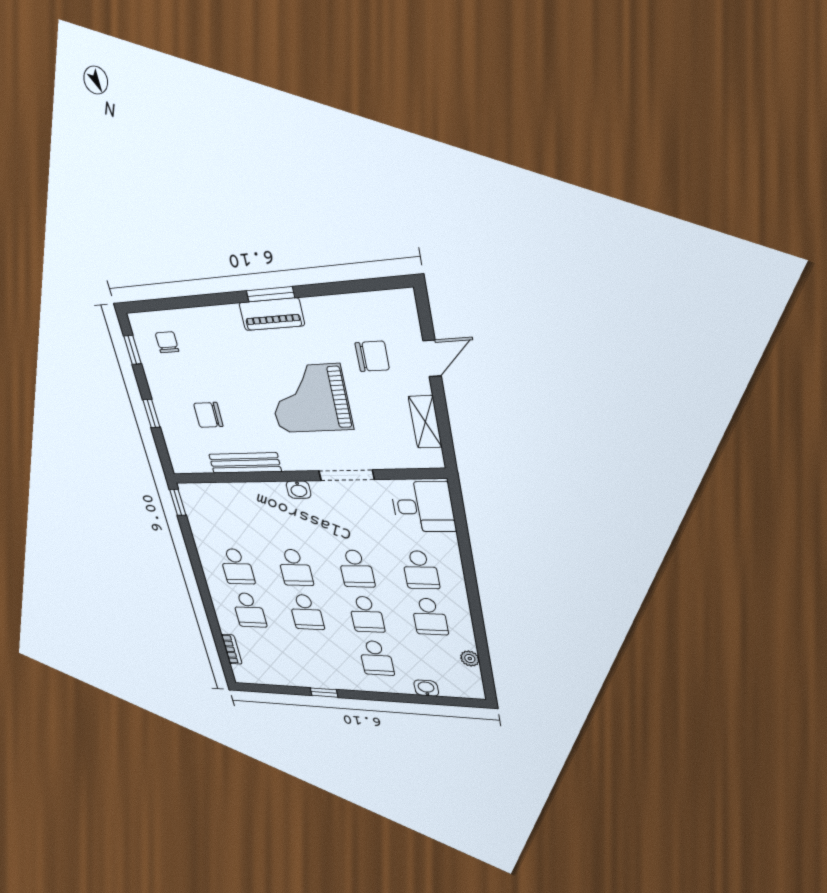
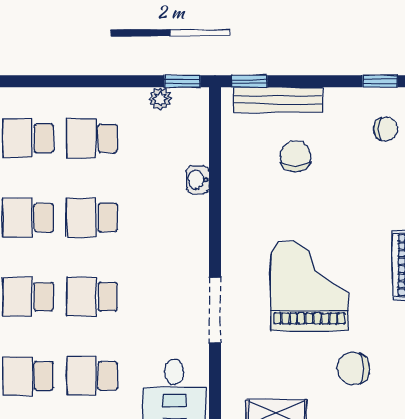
chair: (372, 356) -> (353, 369), turned 90
window: (151, 413) -> (249, 81), moved
bench: (245, 463) -> (278, 100), moved, turned 90
washbasin: (299, 490) -> (198, 180), moved
plant: (195, 518) -> (160, 99), added

